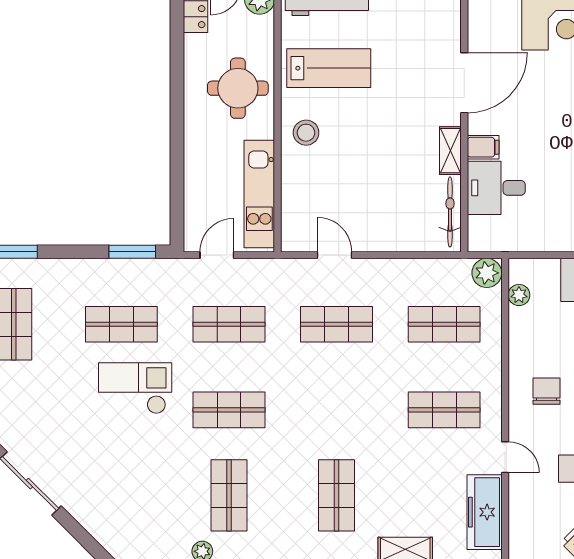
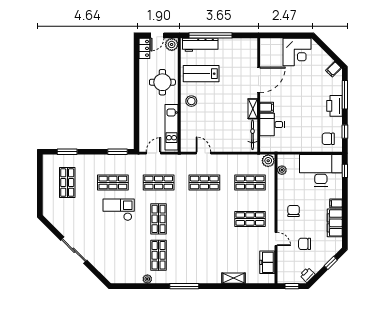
lab bench: (329, 68) -> (201, 74), turned 180
shop shelf: (229, 410) -> (159, 219), turned 90
shop shelf: (337, 495) -> (204, 255), removed
freezer: (485, 512) -> (267, 262), width x0.71

